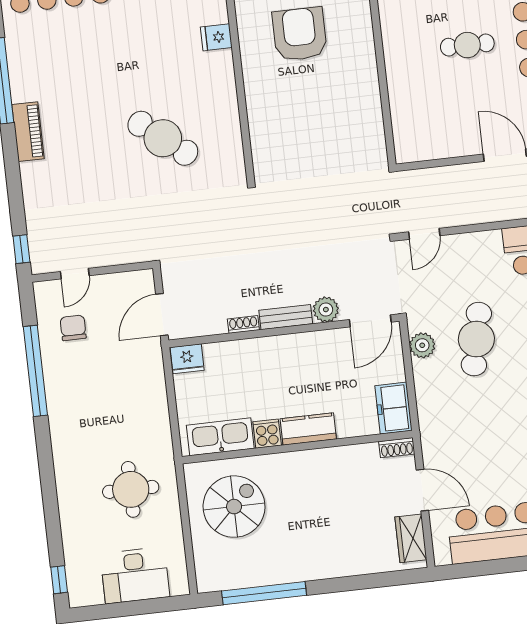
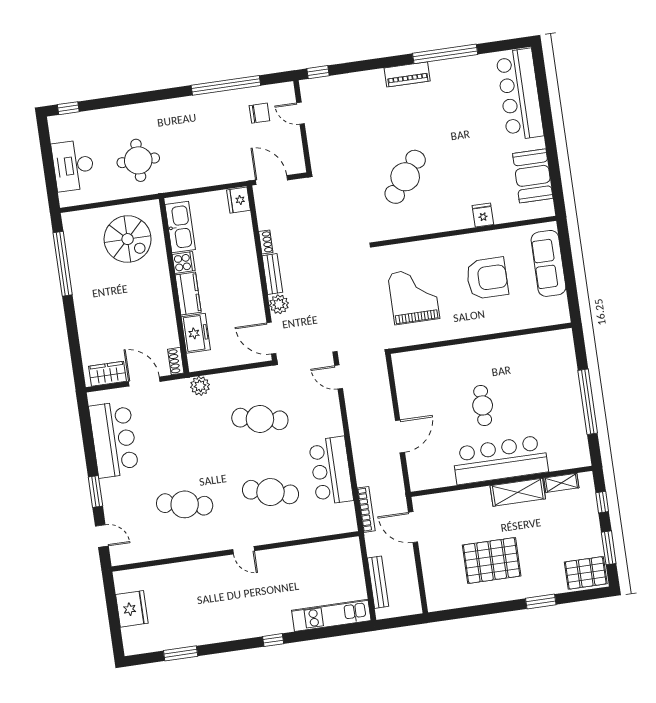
grand piano: (320, 132) -> (414, 296), added
plant: (422, 345) -> (200, 386), moved
freezer: (394, 408) -> (196, 333), moved, turned 90
door: (422, 490) -> (144, 381), swing flipped

